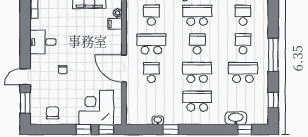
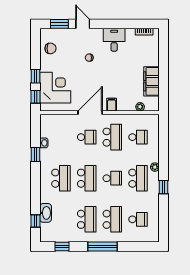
filing cabinet: (115, 24) -> (112, 105), moved
school desk: (243, 44) -> (112, 219), width x1.85

